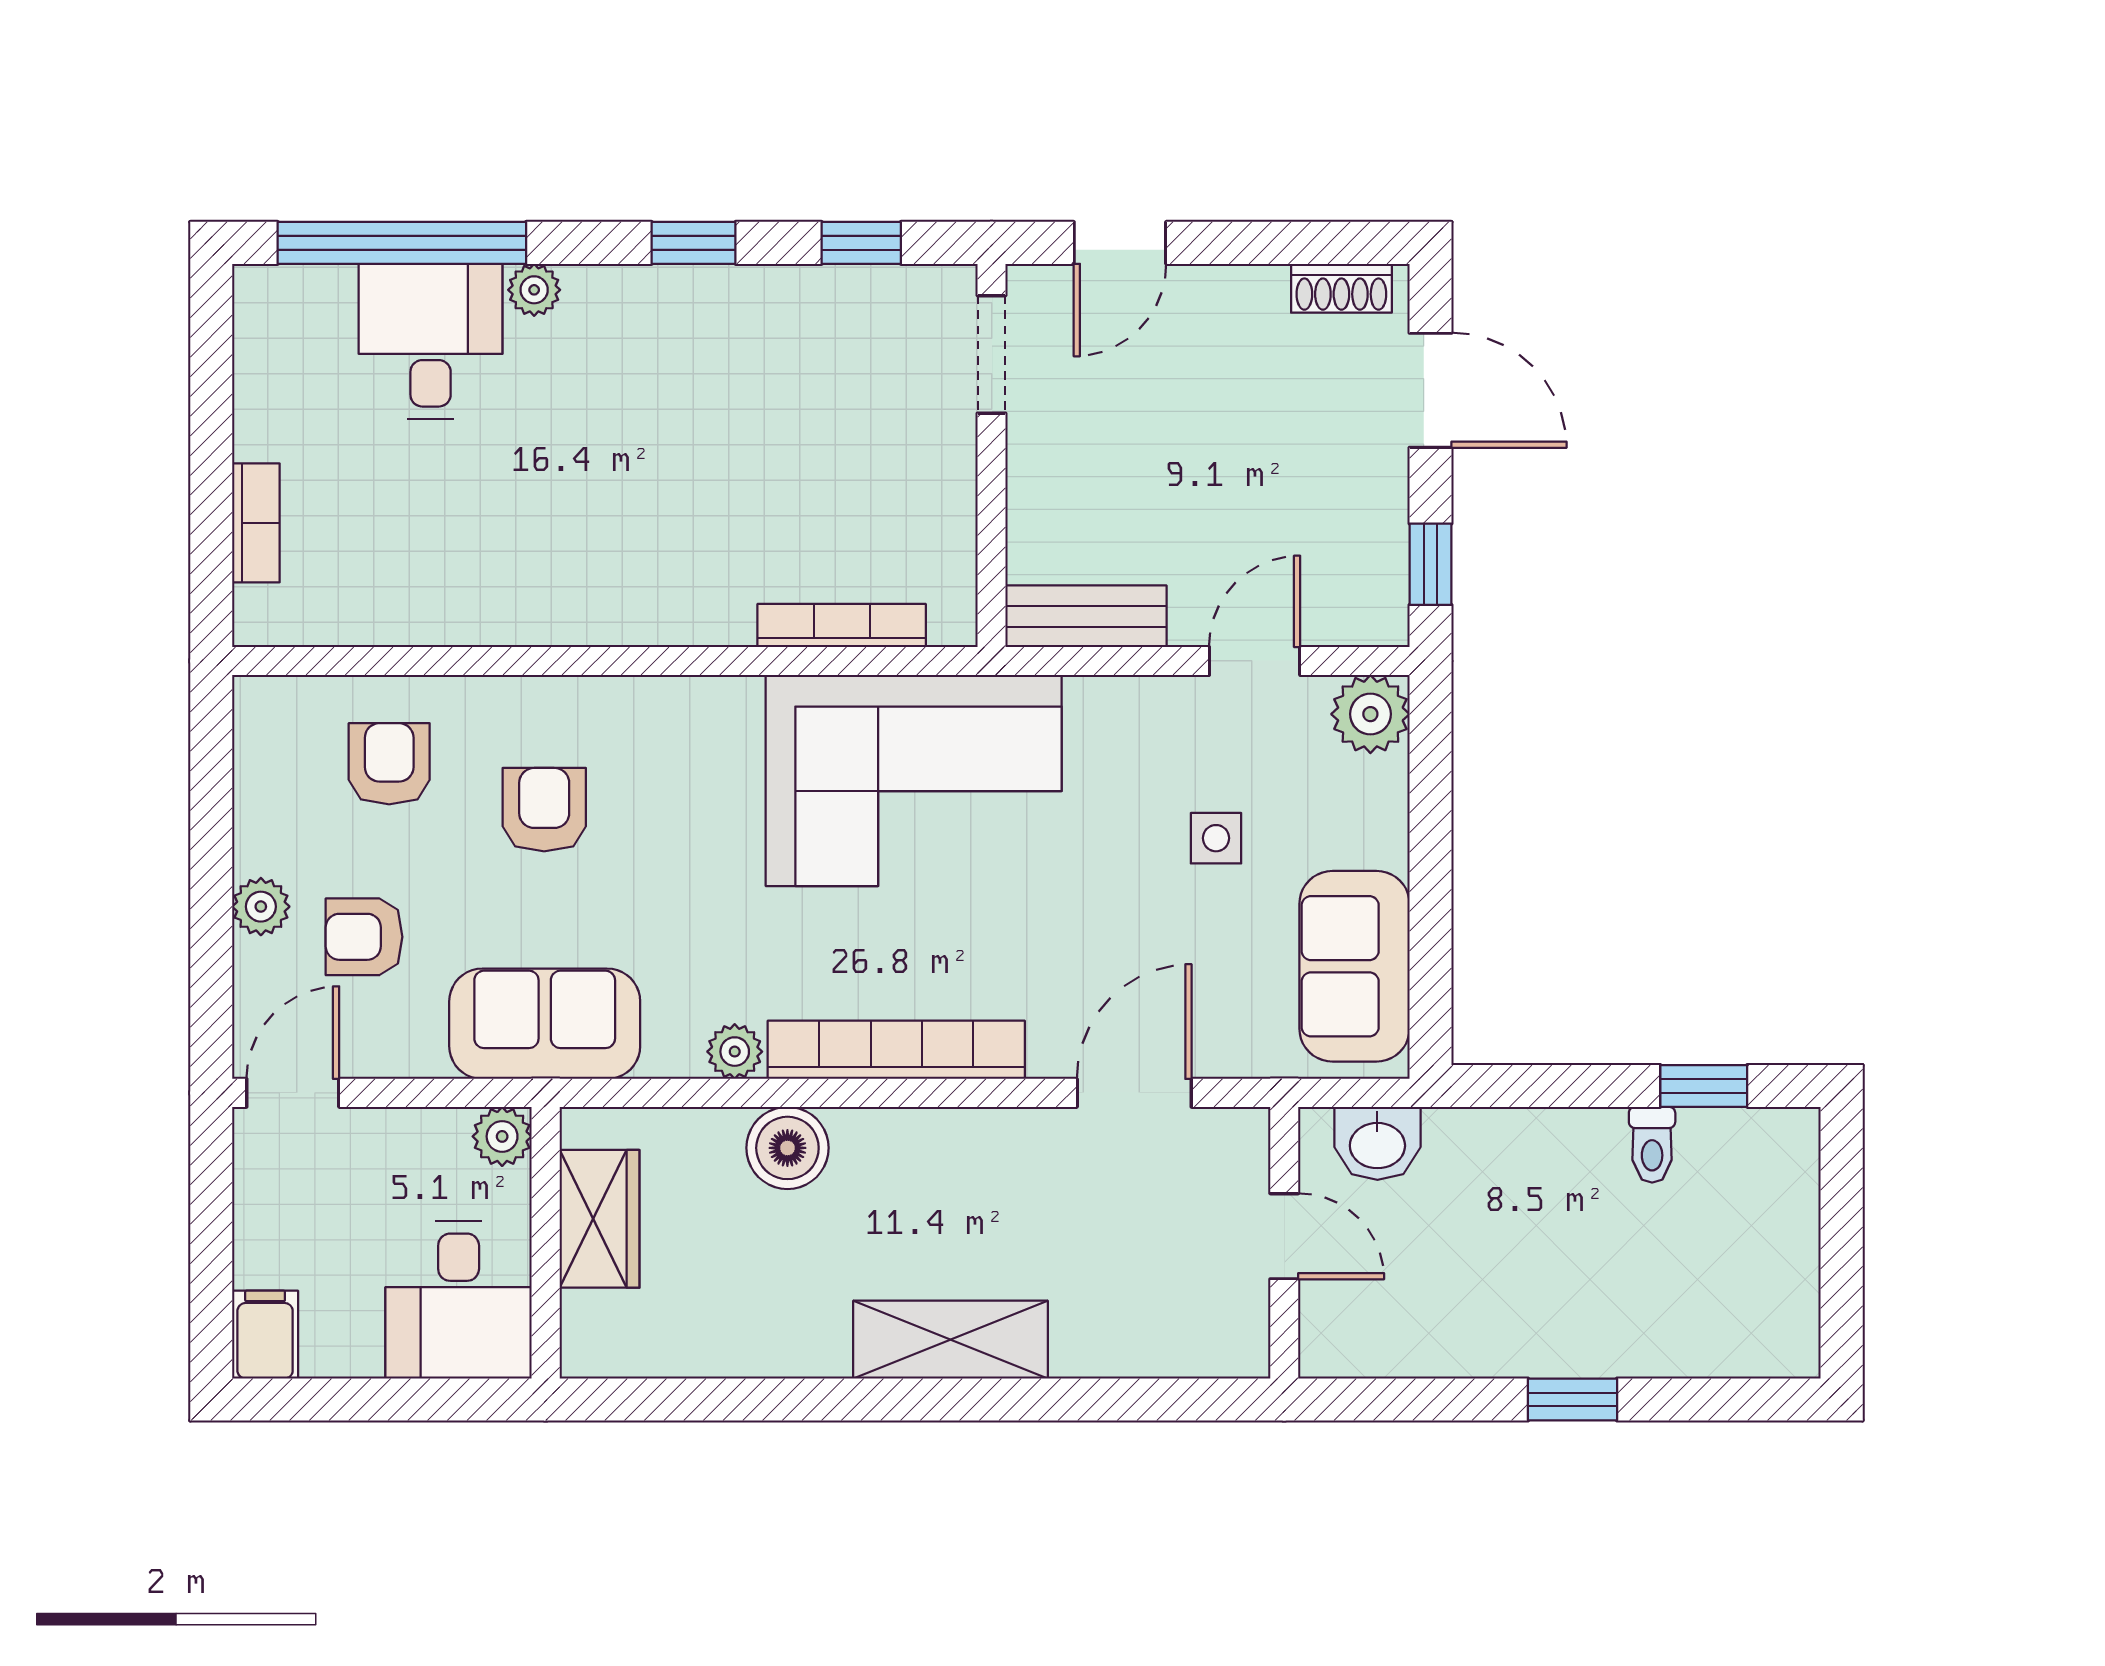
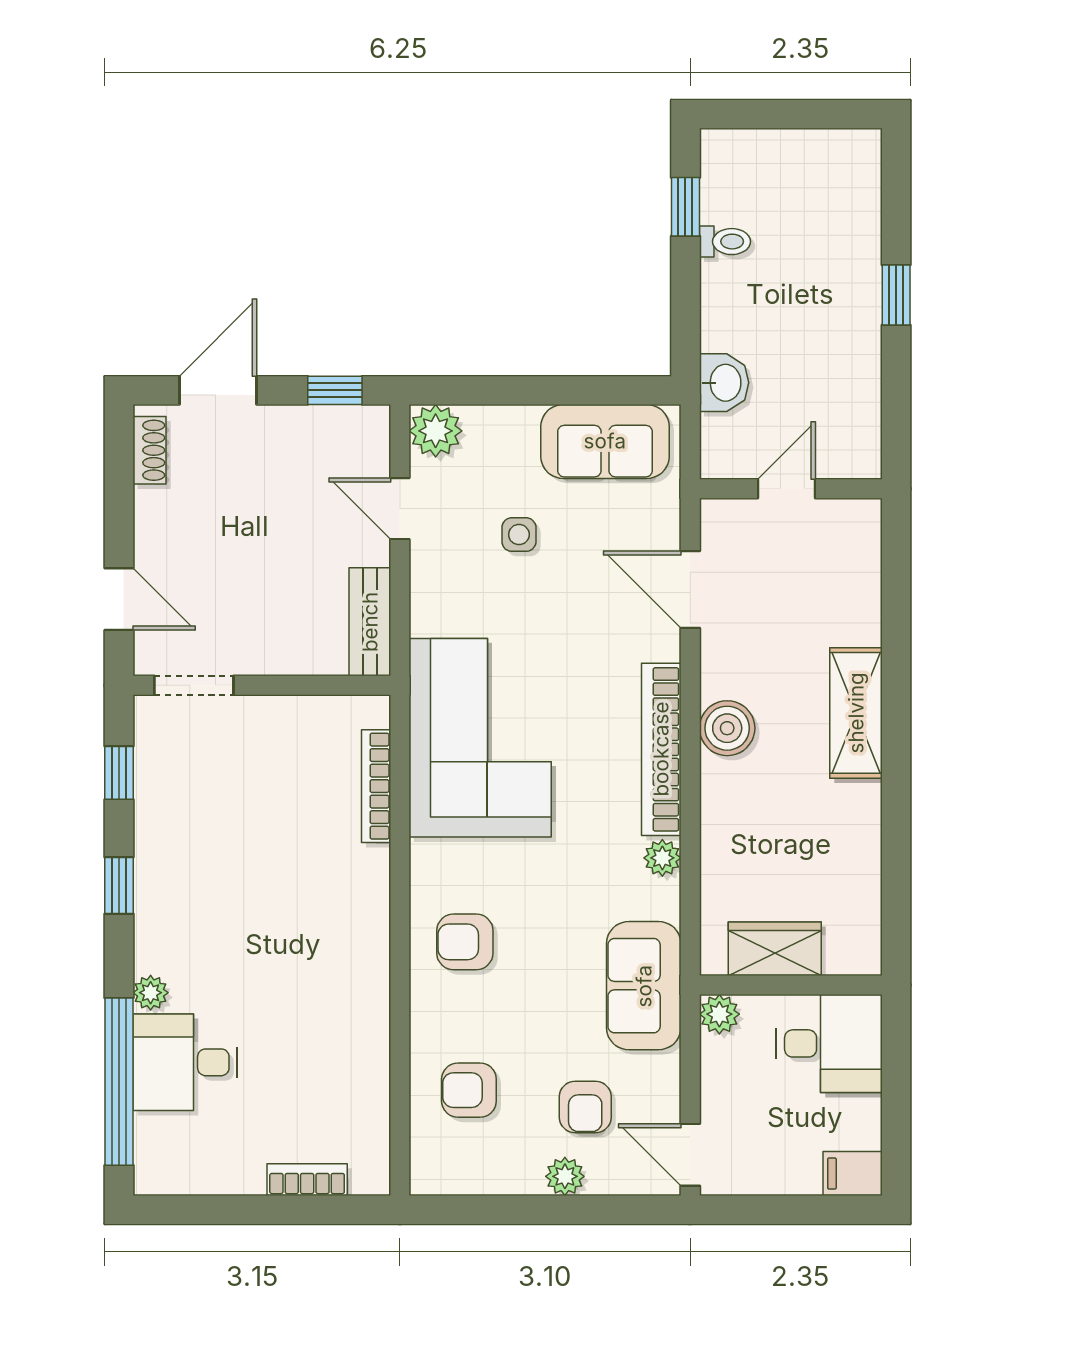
armchair: (544, 810) -> (465, 942), moved
washbasin: (1377, 1143) -> (724, 383), moved
boiler: (787, 1148) -> (727, 728), moved

